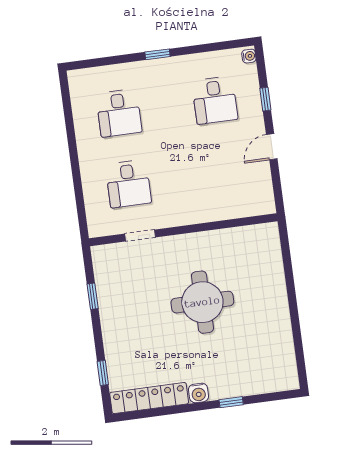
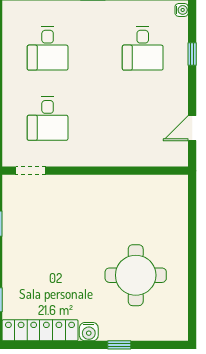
door: (272, 147) -> (192, 128), moved
doorway: (140, 236) -> (31, 171), moved
round table: (202, 302) -> (136, 275), moved

